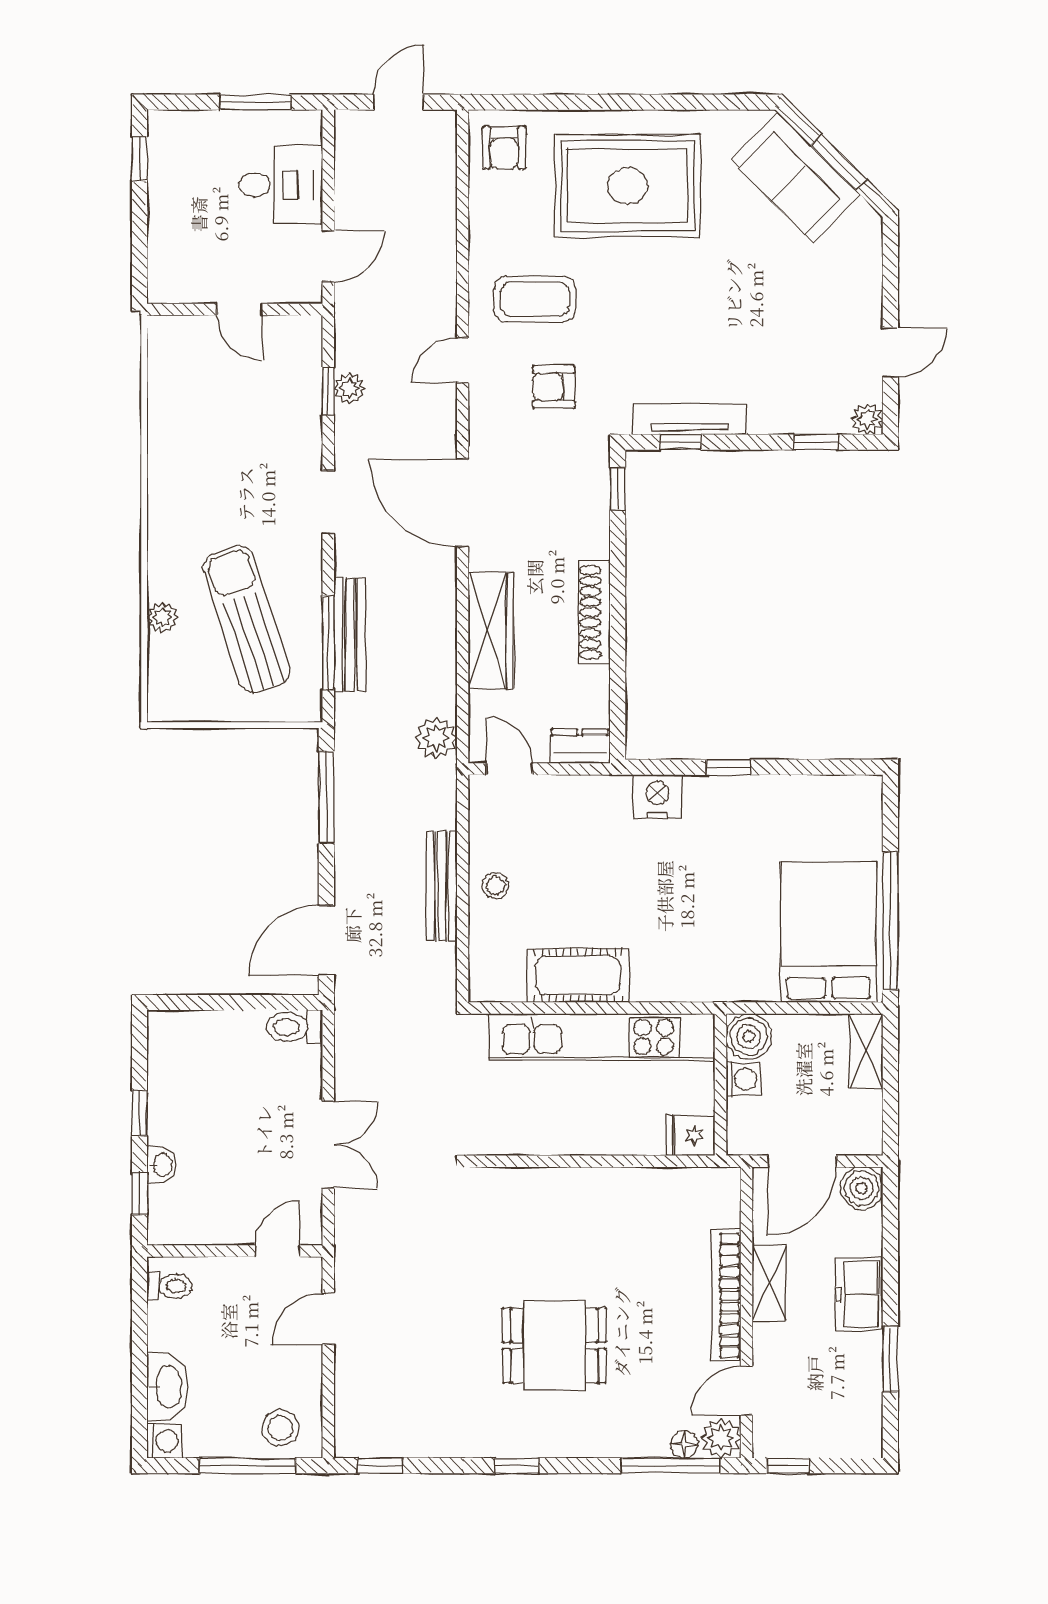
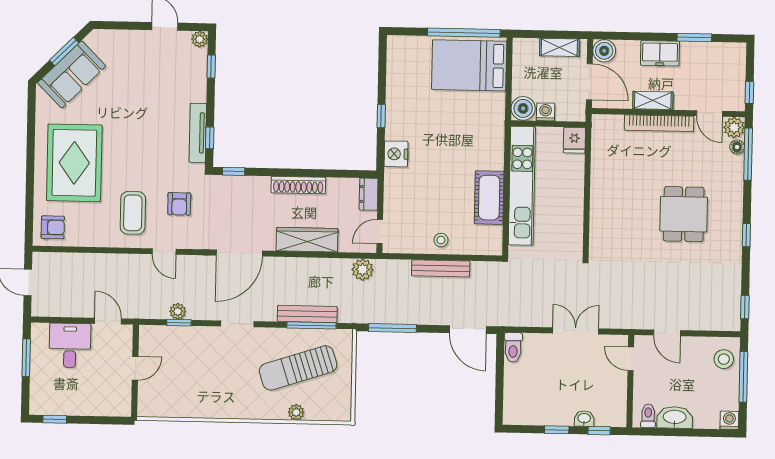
shelving: (866, 1051) -> (559, 47), moved
washbasin: (168, 1387) -> (675, 418), moved

